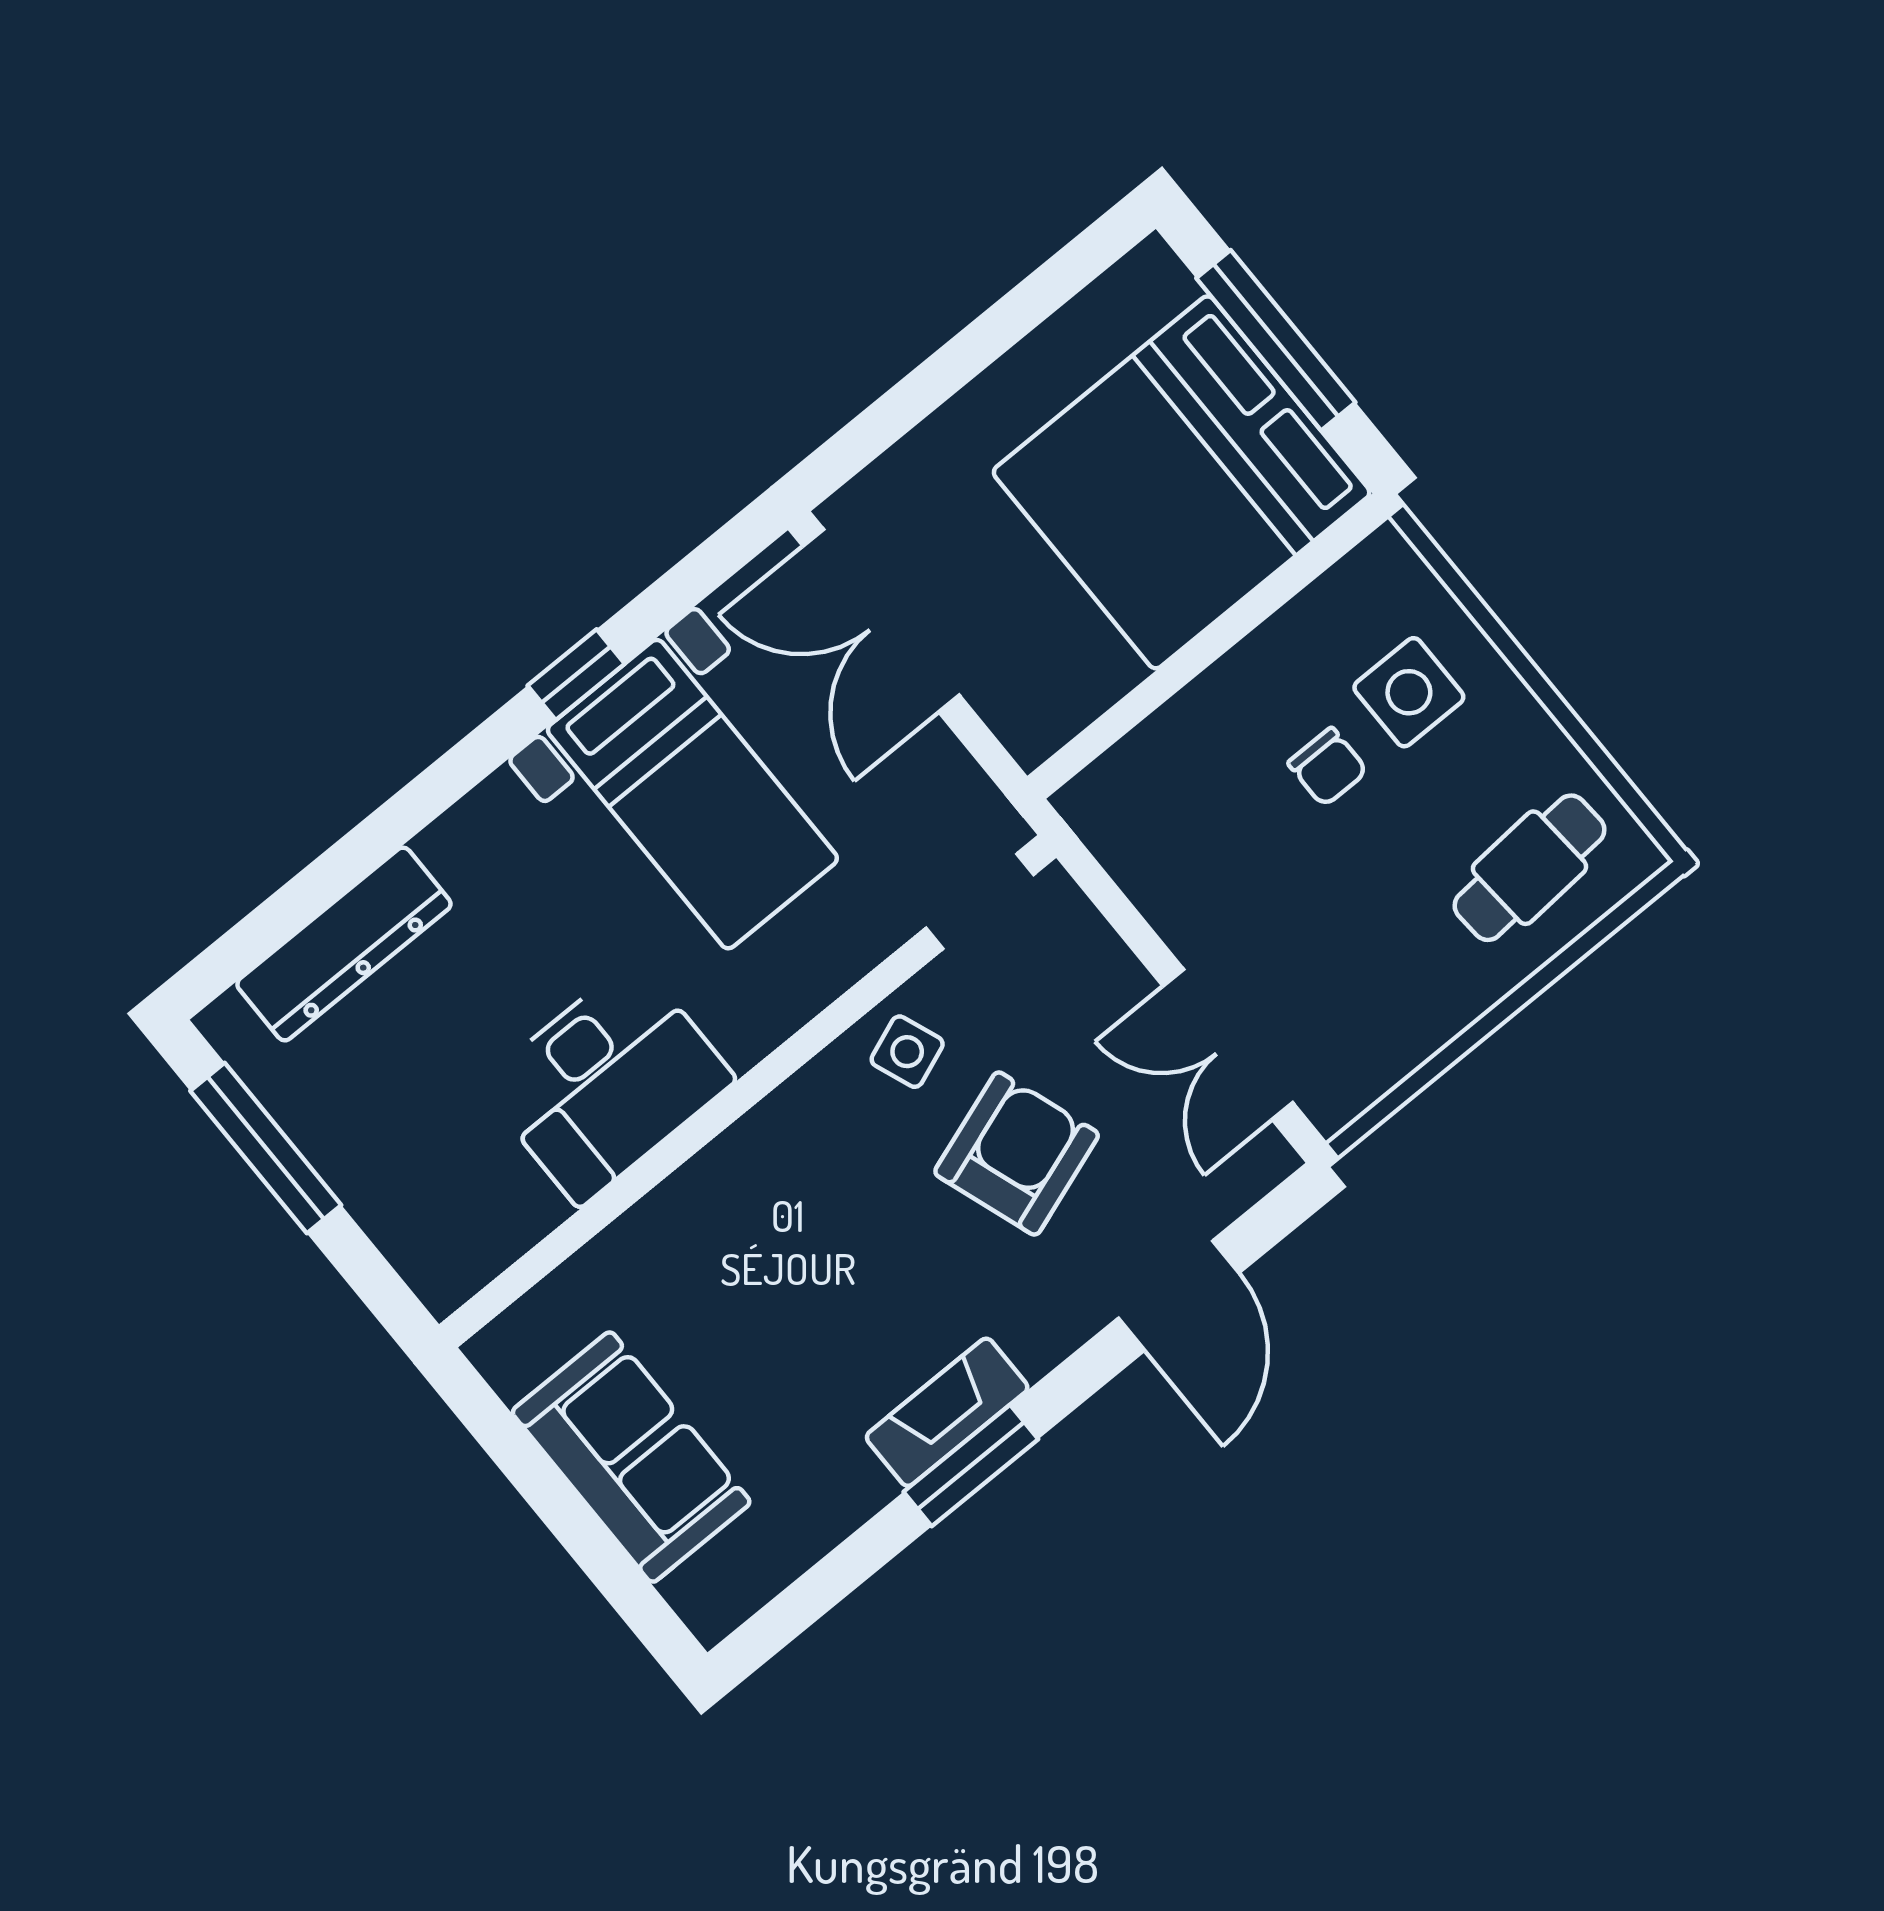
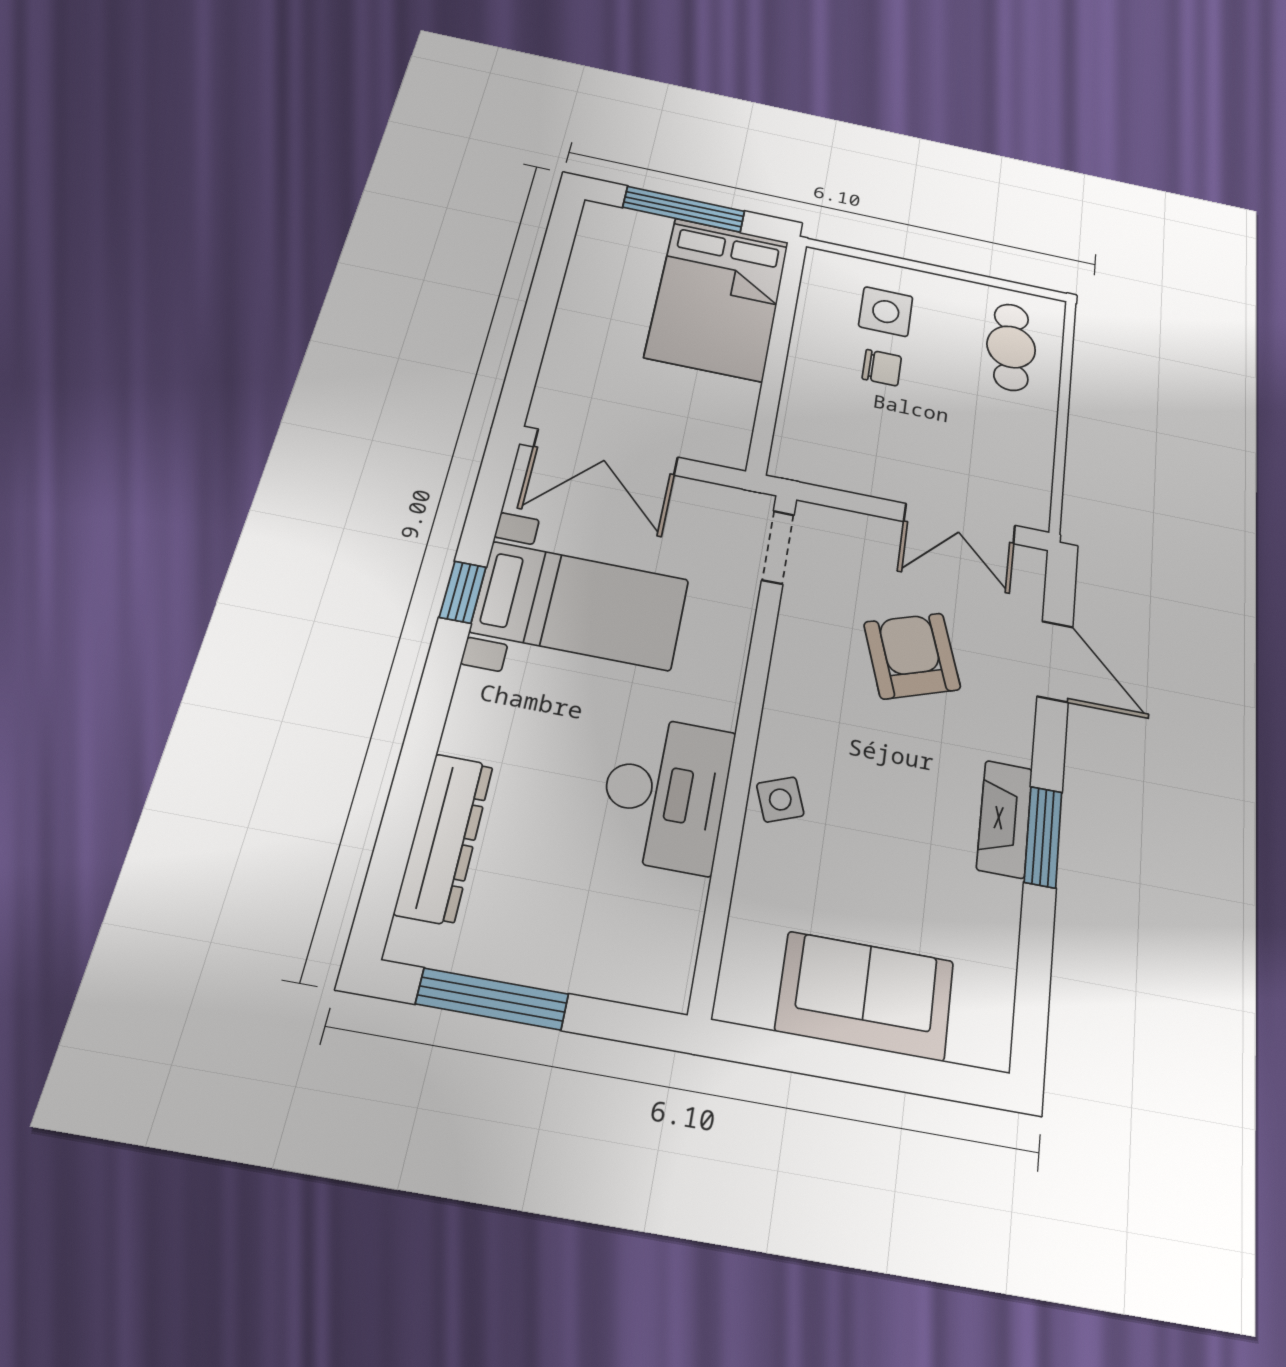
bed: (1182, 482) -> (718, 298), width x0.73
side table: (907, 1052) -> (780, 800), moved

